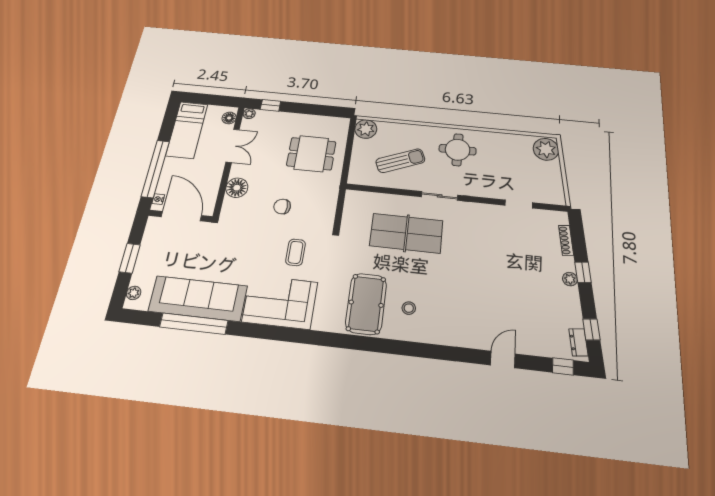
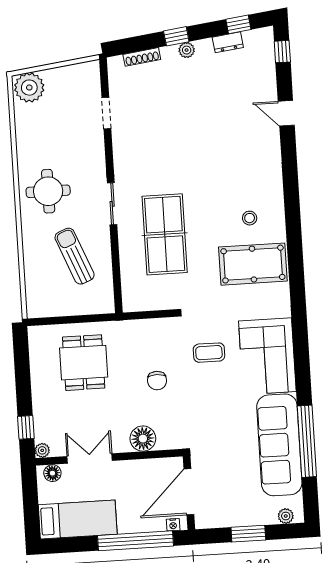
plant: (366, 129) -> (39, 305), removed
dresser: (578, 342) -> (228, 42), moved

